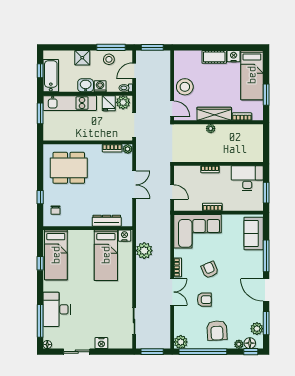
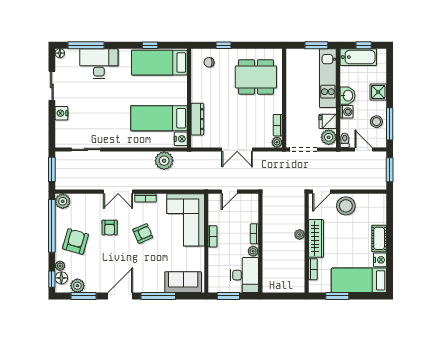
dining table: (69, 168) -> (256, 77), turned 90
plant: (226, 170) -> (253, 251), added
armchair: (217, 330) -> (75, 241), turned 109

